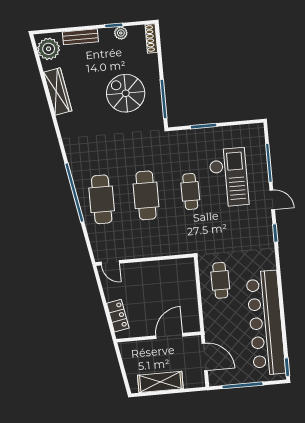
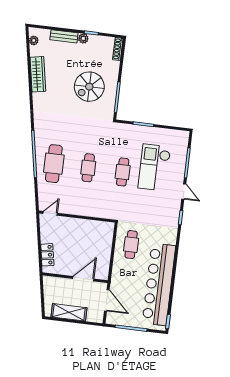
plant: (121, 33) -> (83, 38), moved
plant: (49, 49) -> (34, 41), width x0.53, depth x0.53
spiral stairs: (126, 93) -> (89, 87), turned -90
checkout: (229, 177) -> (154, 167), turned 180
cafe table: (146, 195) -> (88, 168), width x0.73, depth x0.74
door: (110, 263) -> (50, 213), swing flipped

